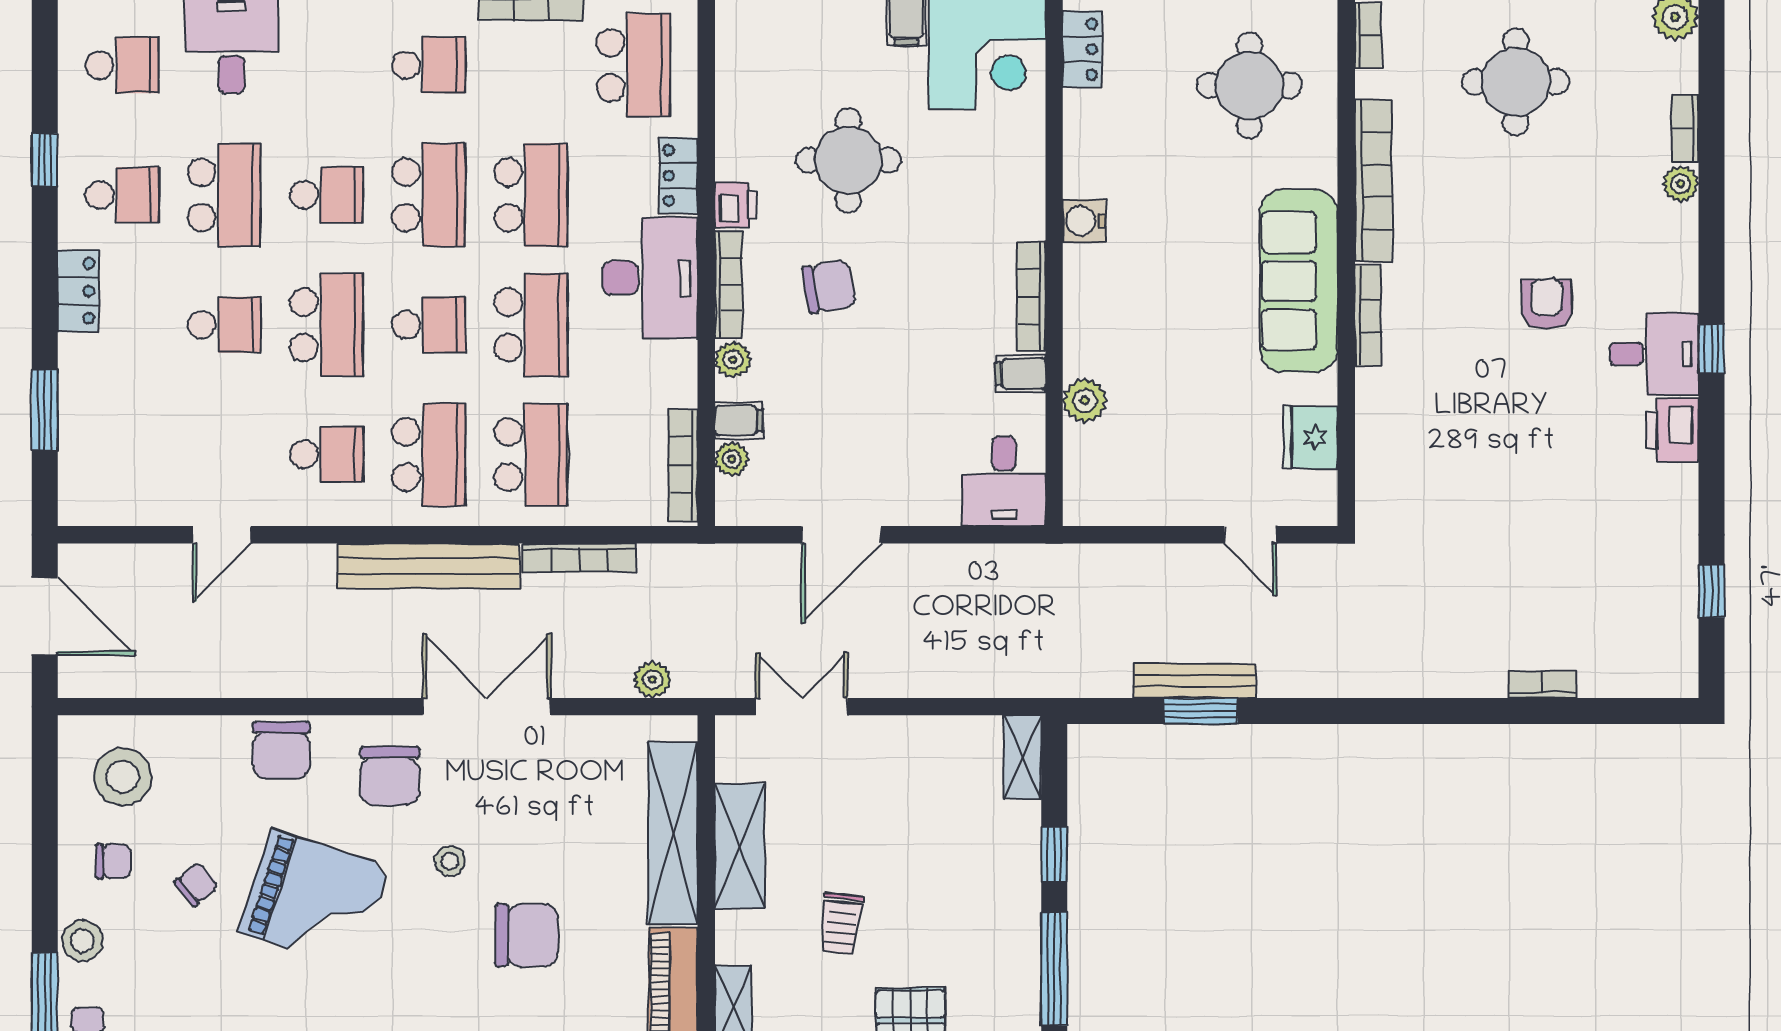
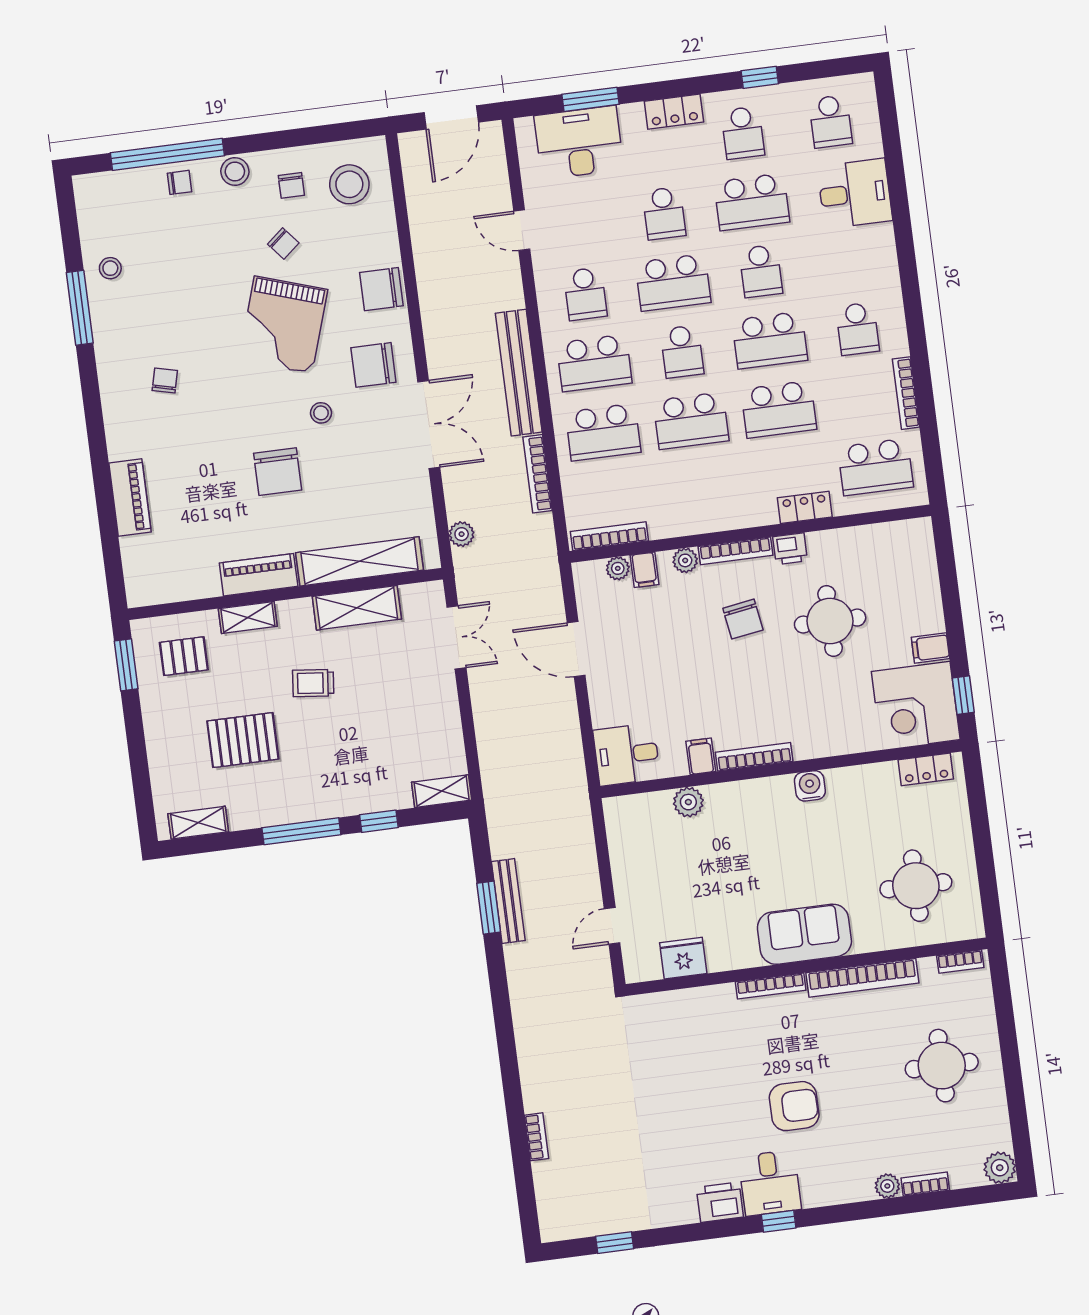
desk: (650, 278) -> (579, 143), moved, turned 180
sofa: (1299, 281) -> (804, 934), width x0.73
armchair: (1547, 304) -> (794, 1106), width x1.38, depth x1.38

